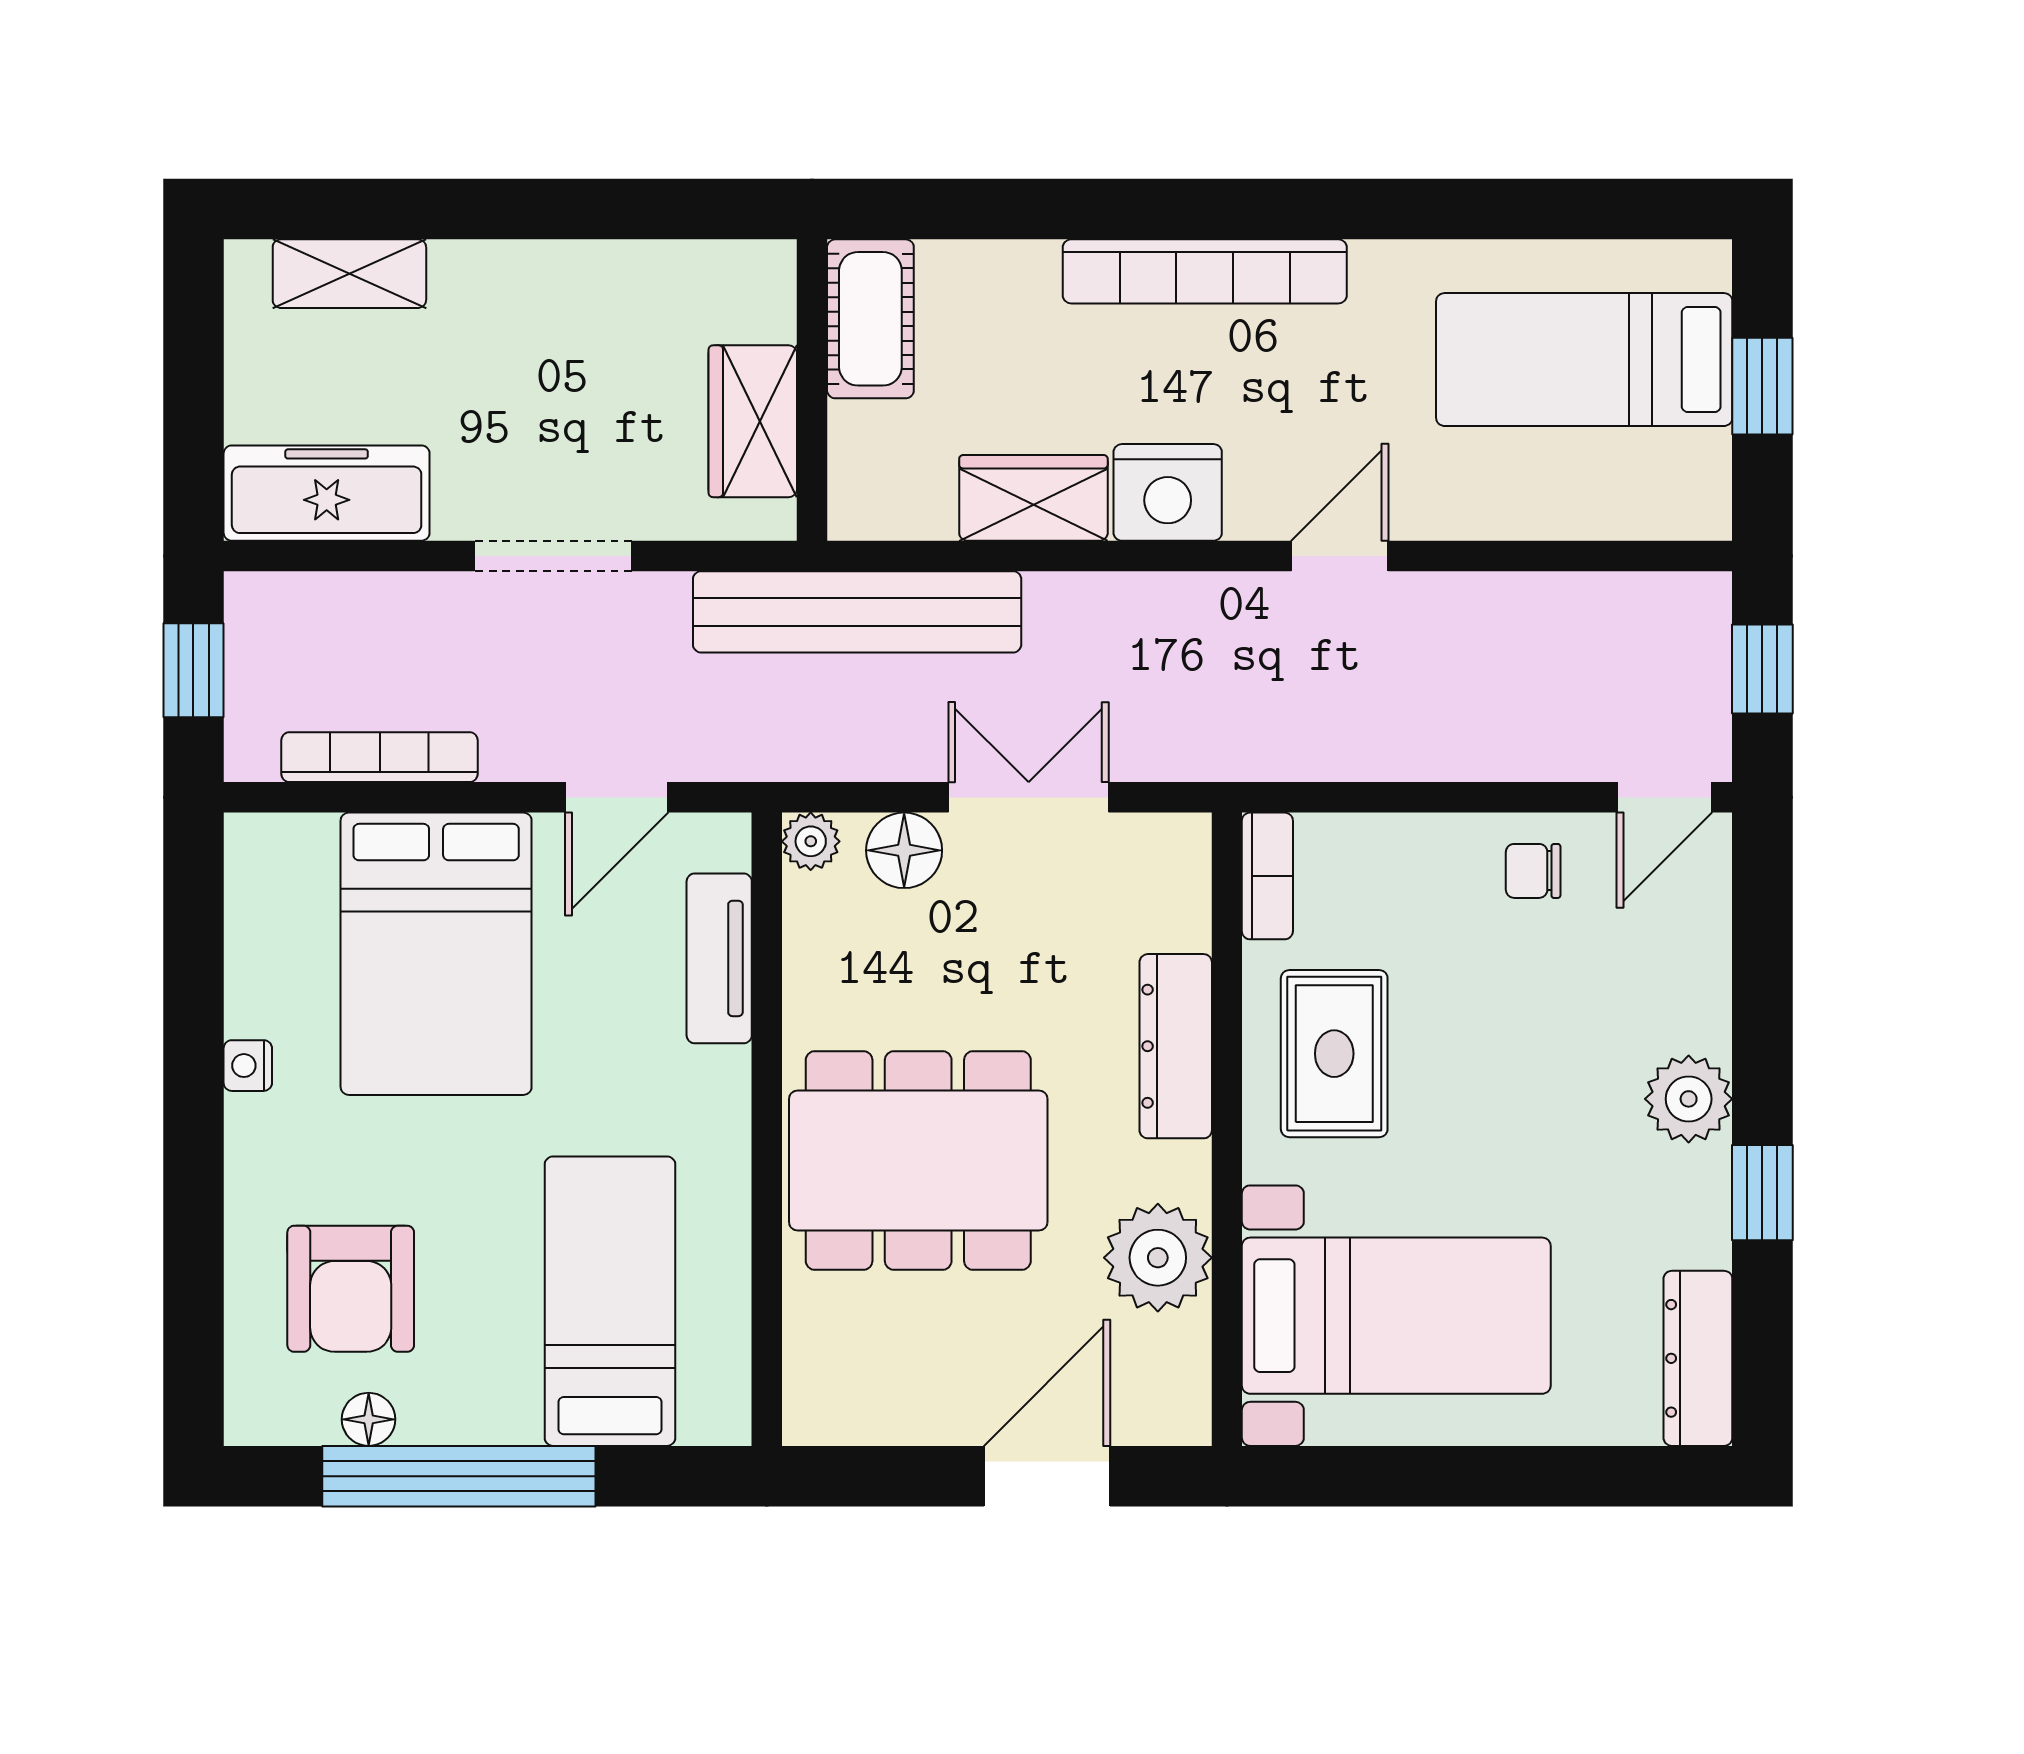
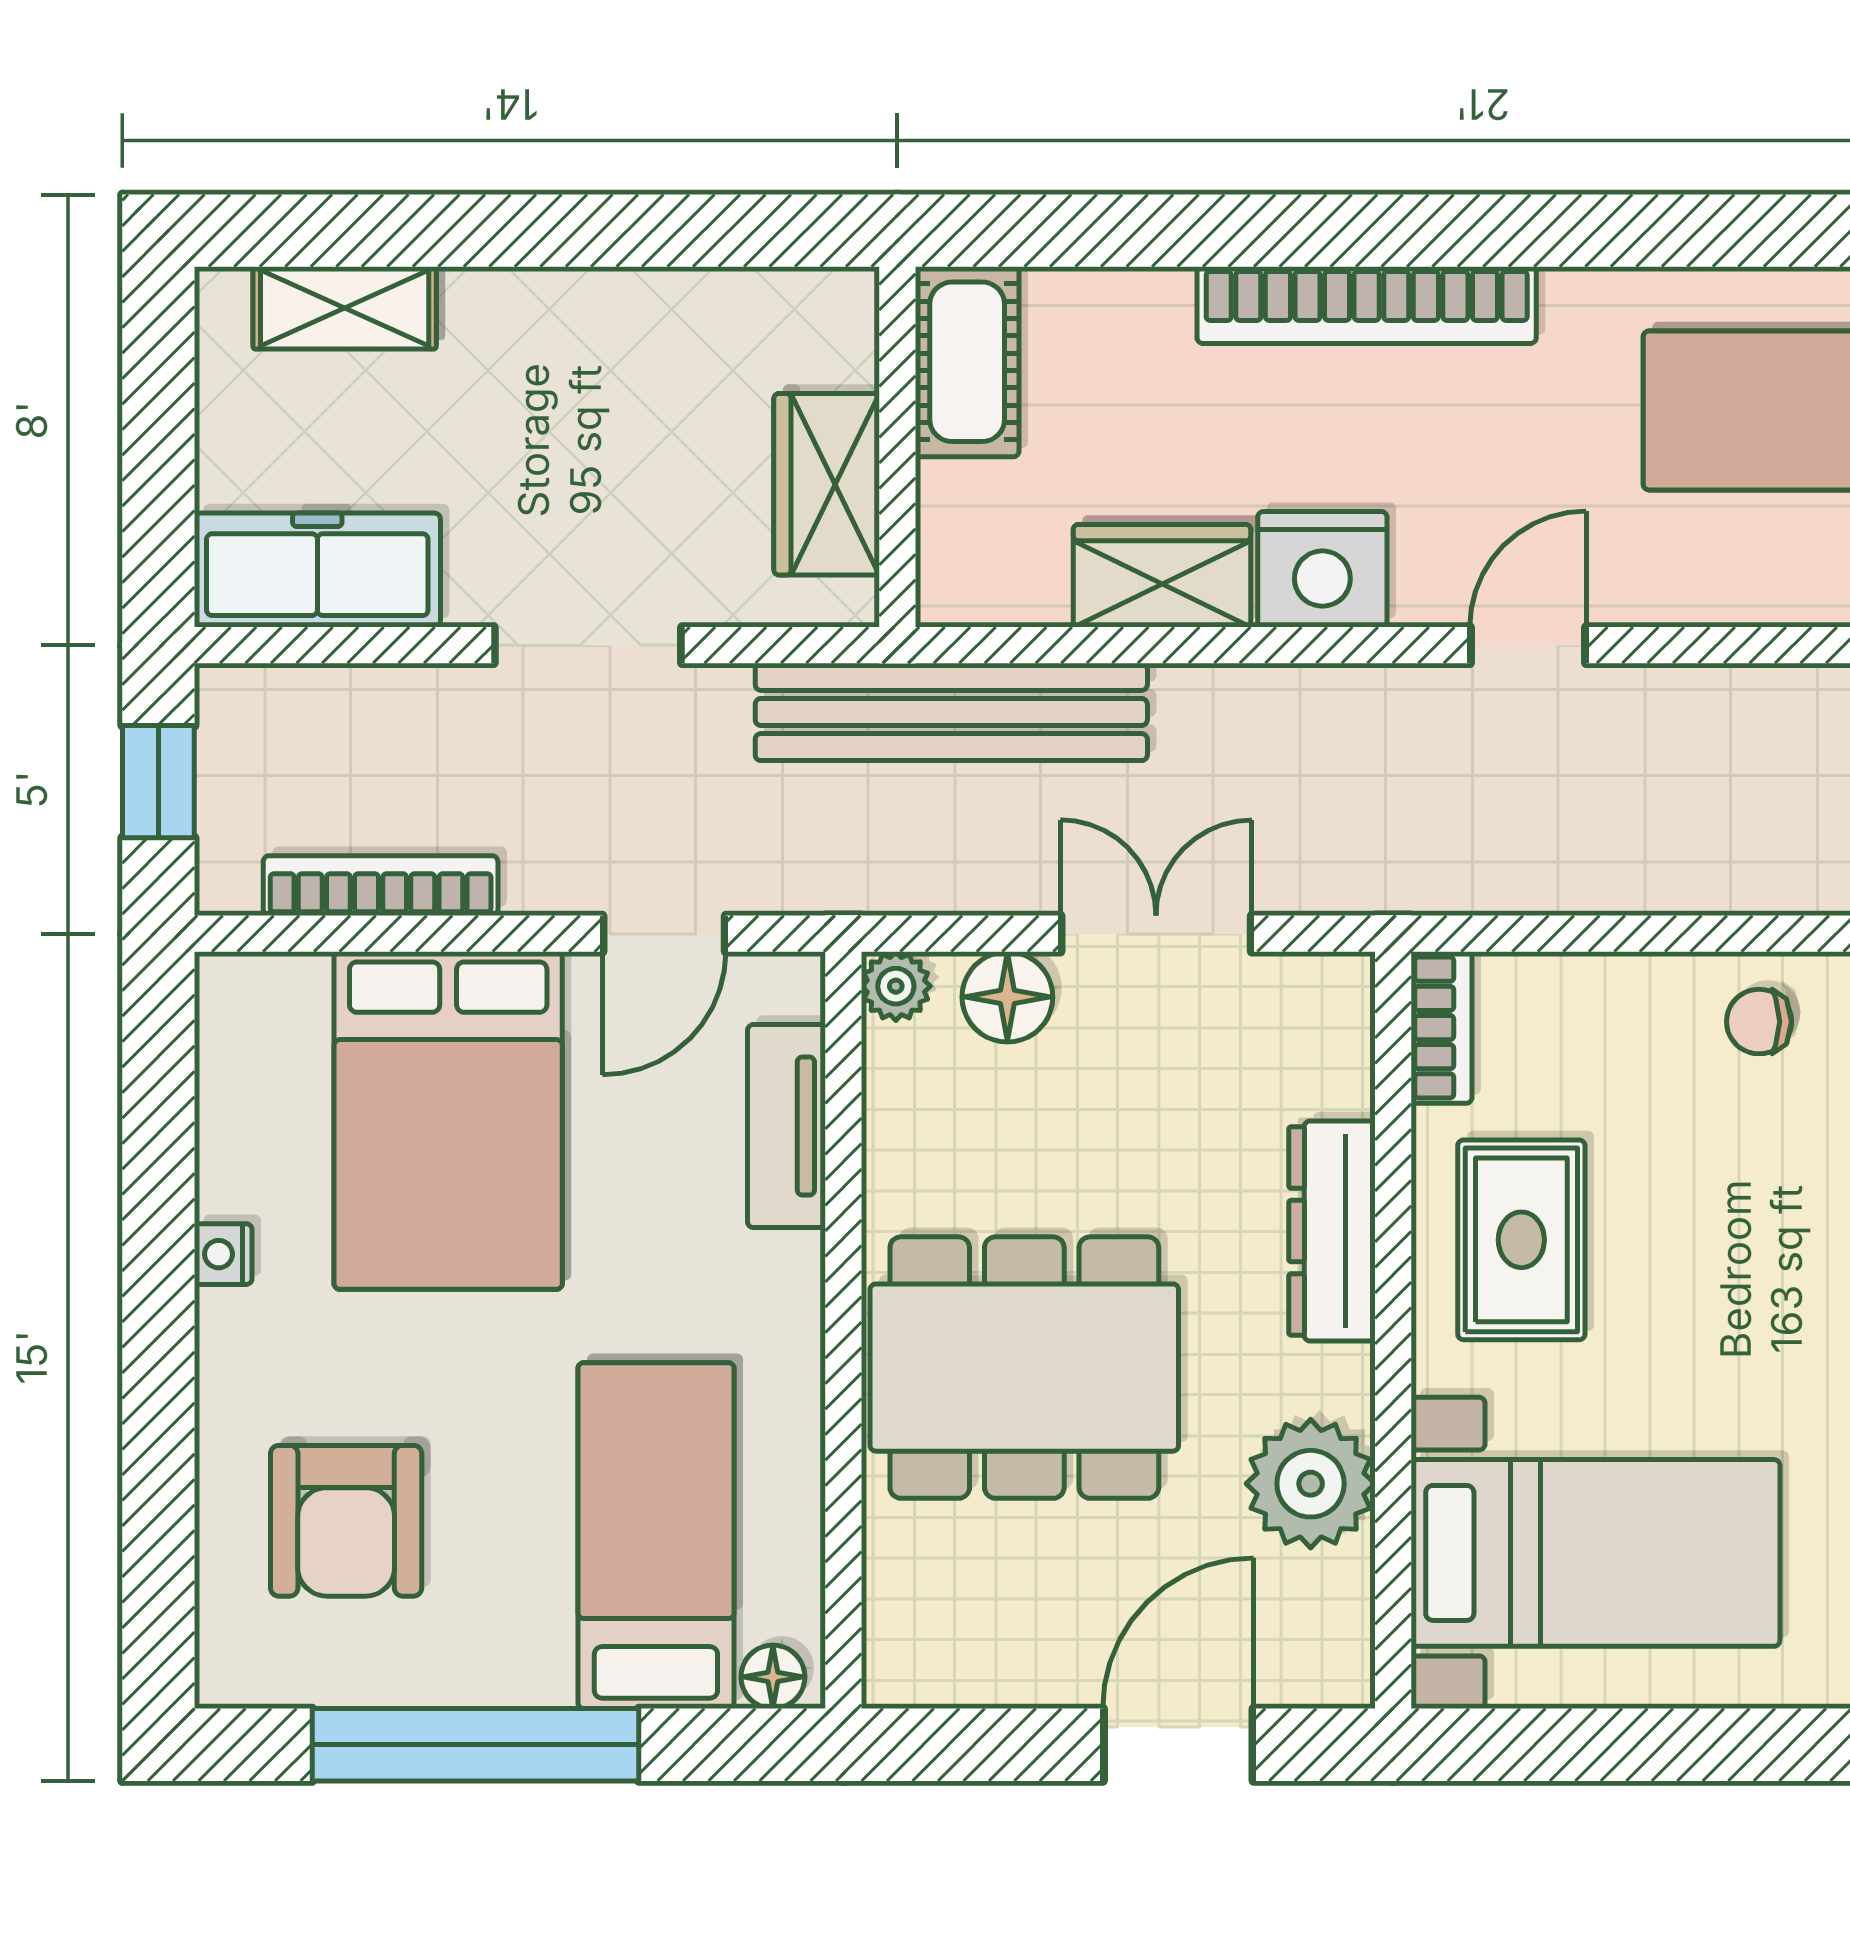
floor lamp: (369, 1419) -> (773, 1677), moved

